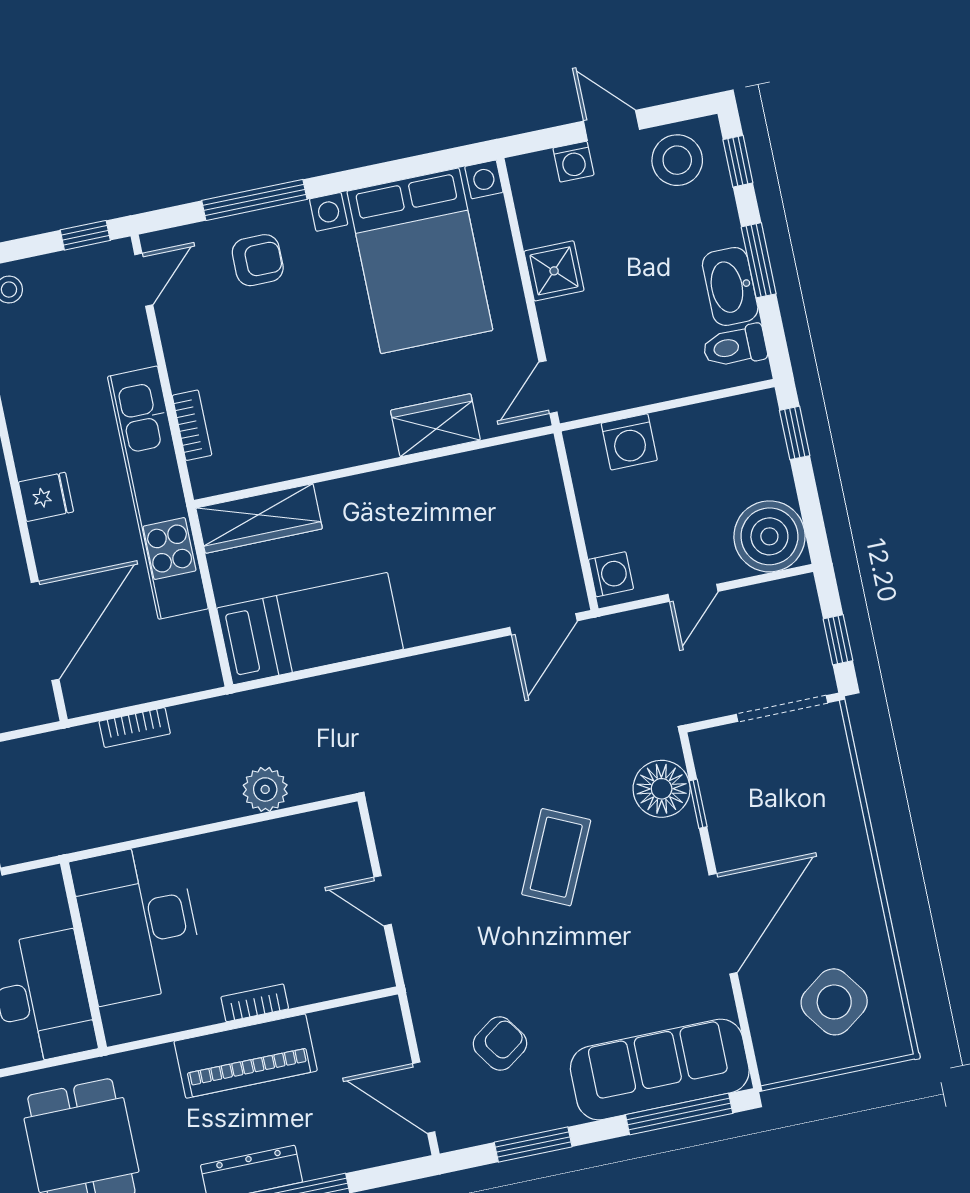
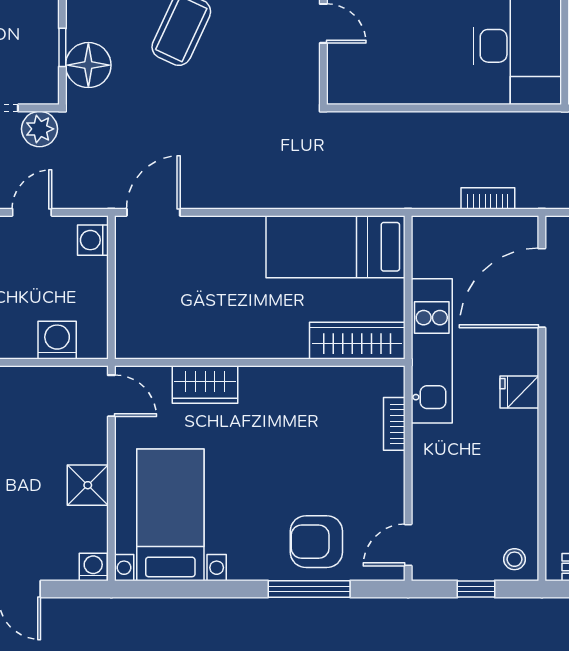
washing machine: (573, 162) -> (93, 567), moved
window: (85, 235) -> (476, 589), moved
armchair: (258, 260) -> (316, 542), width x1.38, depth x1.38
bed with nightstands: (420, 261) -> (170, 515), width x0.73
door: (548, 387) -> (111, 396), hinge flipped
kitchen unit: (158, 493) -> (432, 351), width x0.73
plant: (265, 789) -> (40, 129), moved

